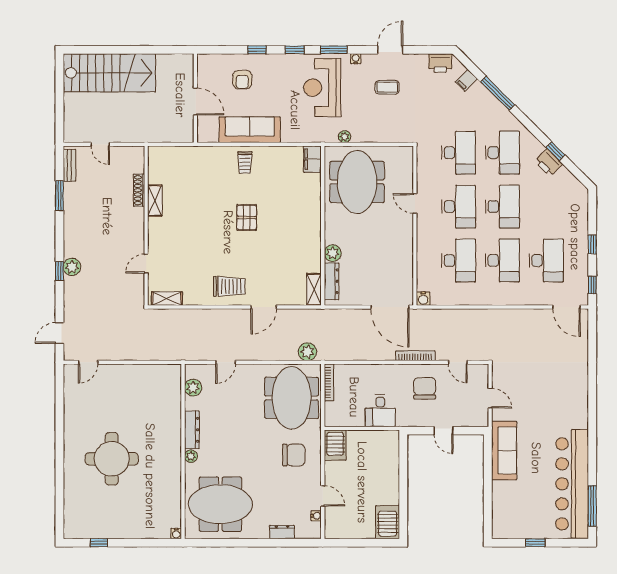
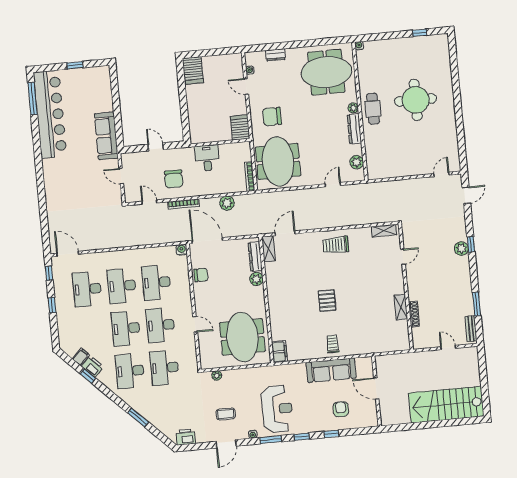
filing cabinet: (466, 80) -> (81, 357), moved
window: (498, 93) -> (138, 417), width x0.69
plant: (345, 137) -> (217, 375), moved
chair: (402, 265) -> (201, 275), added
door: (264, 307) -> (285, 233), moved
plant: (307, 352) -> (227, 203), moved
cafe table: (166, 453) -> (373, 109), added

